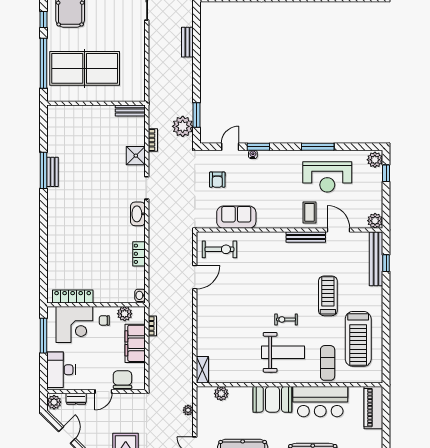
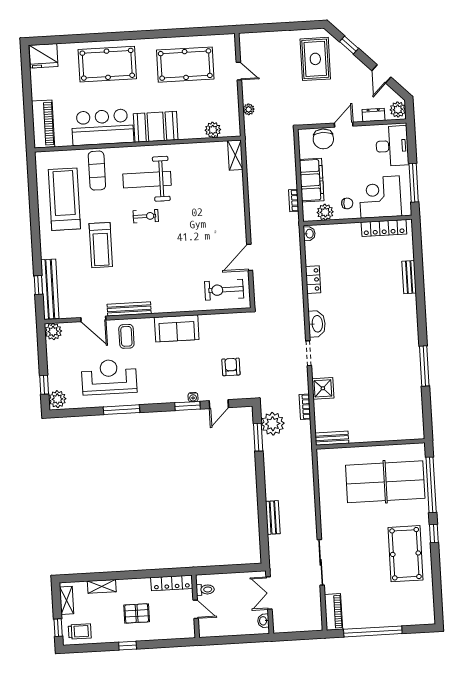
bench: (53, 172) -> (409, 277), moved
sofa: (236, 217) -> (177, 328), moved

